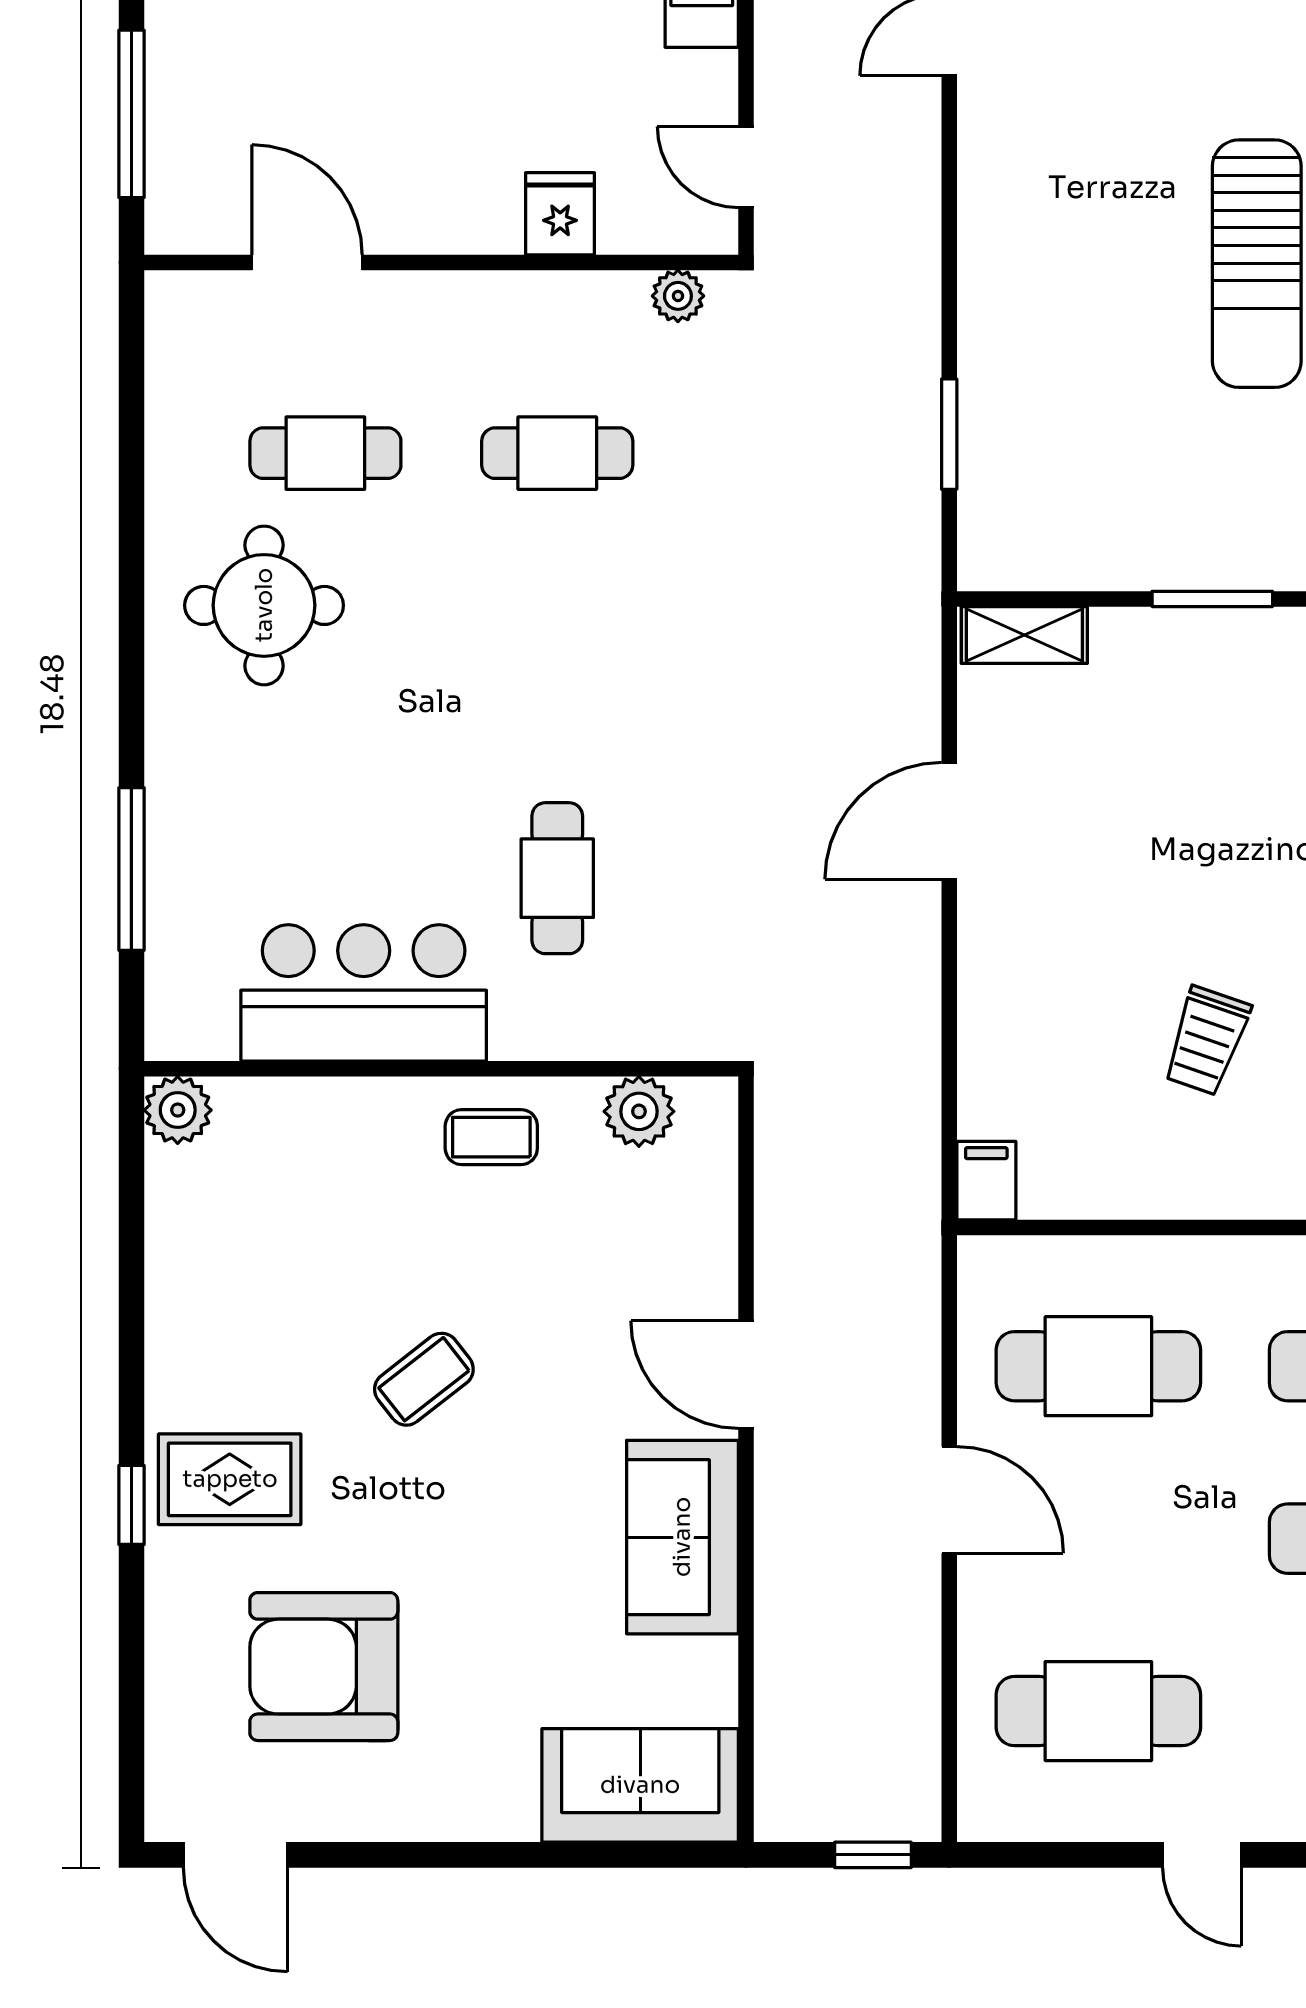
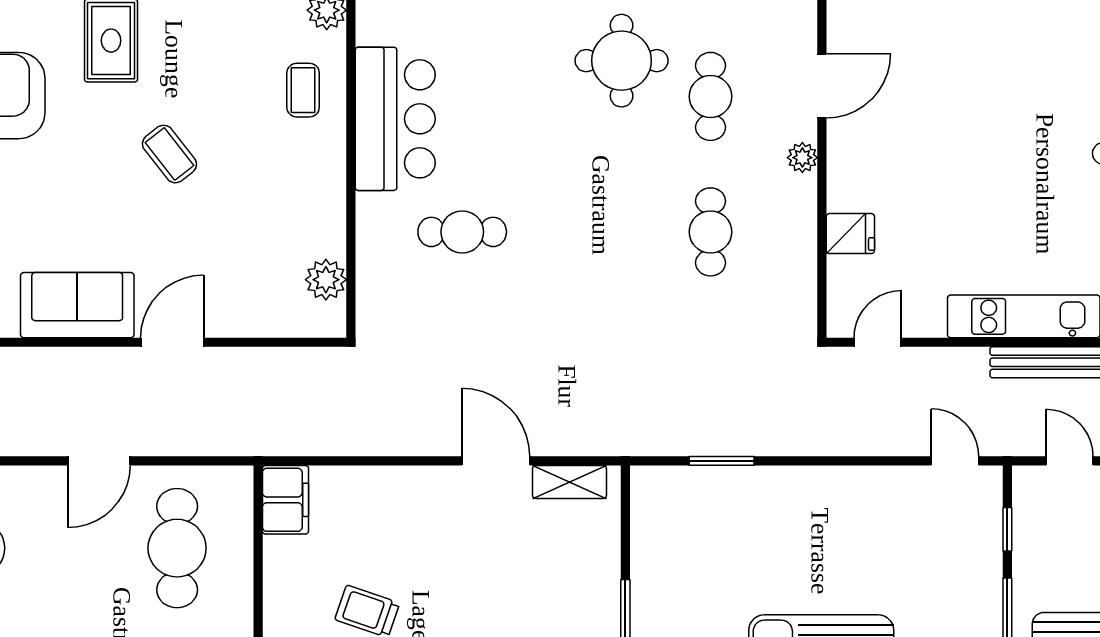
plant: (678, 296) -> (802, 158), moved
shelving: (1024, 635) -> (569, 482), moved, turned 90
coffee table: (491, 1137) -> (303, 90), moved
filing cabinet: (986, 1181) -> (285, 500), width x2.00

